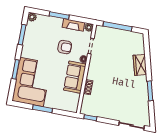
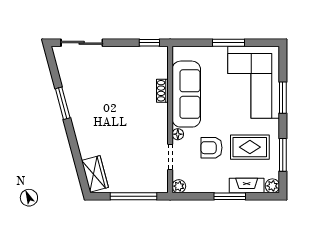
fireplace: (73, 25) -> (247, 185), moved
rug: (41, 43) -> (250, 147), added
wardrobe: (140, 65) -> (95, 174), moved
sofa: (75, 77) -> (186, 94), width x1.36

